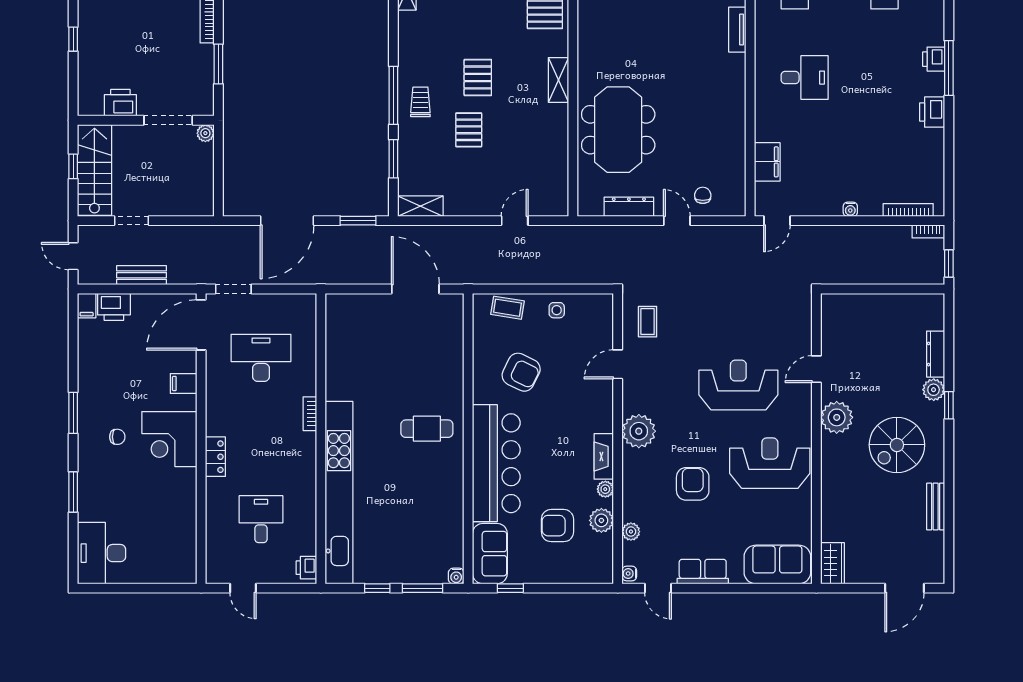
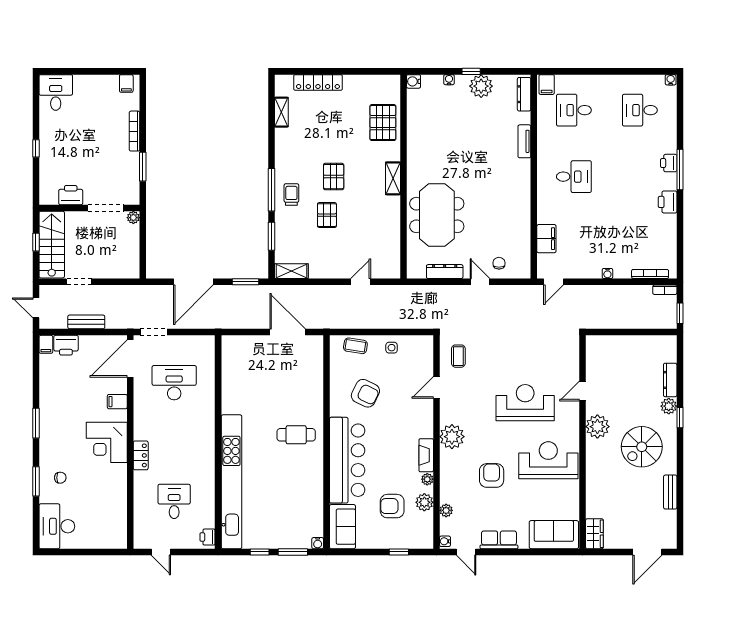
bookcase: (310, 414) -> (210, 424), removed
chair: (117, 437) -> (60, 478), moved
window: (510, 588) -> (399, 552), moved

